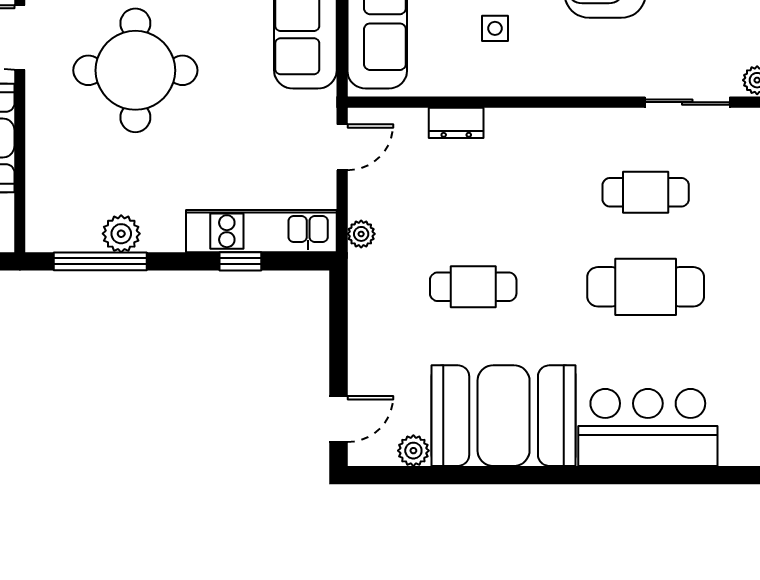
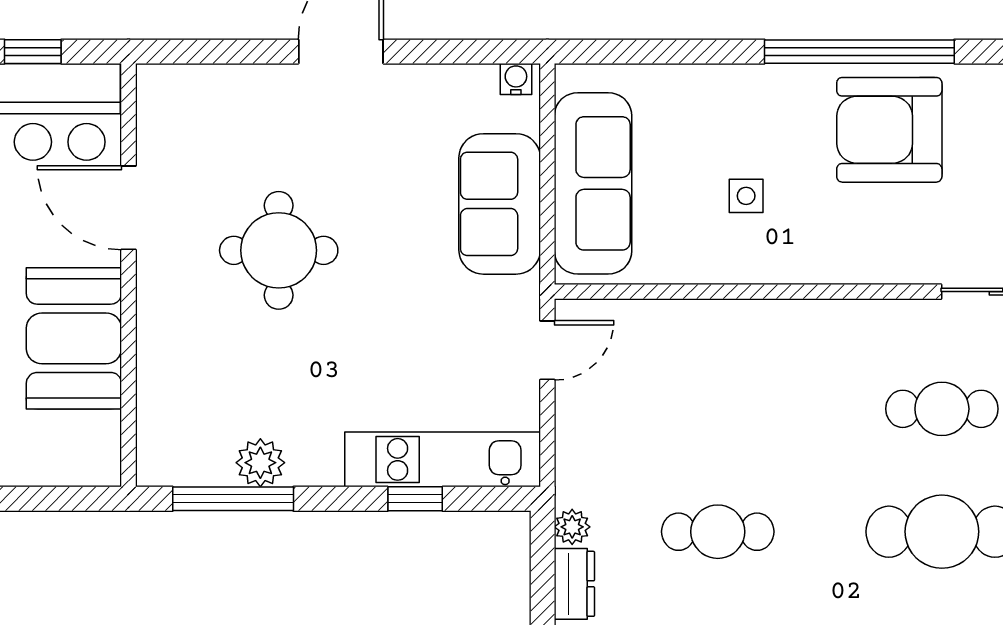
round table: (135, 70) -> (279, 250), width x0.73, depth x0.73
dresser: (456, 123) -> (574, 584), moved, turned -90
plant: (361, 234) -> (572, 527), moved

